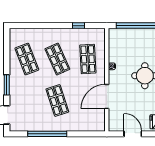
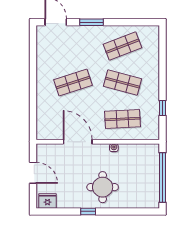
shop shelf: (57, 59) -> (123, 83), turned 39
window: (47, 134) -> (33, 70), removed
door: (133, 134) -> (33, 173), hinge flipped

